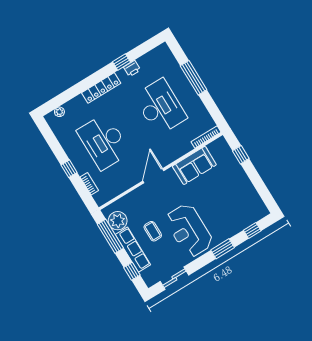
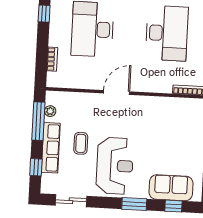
sofa: (194, 165) -> (171, 188), moved, turned 180
window: (69, 169) -> (44, 14), moved
plant: (118, 221) -> (50, 111), width x0.53, depth x0.53
reception desk: (189, 230) -> (115, 166), turned 180

